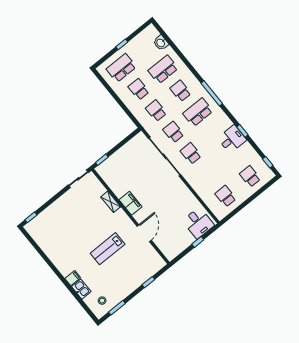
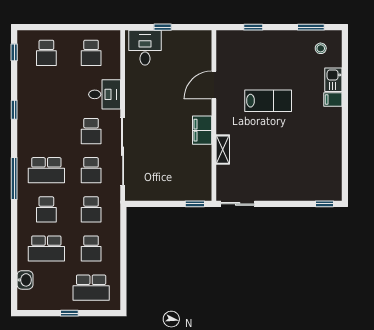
desk: (232, 139) -> (105, 94), moved, turned 180

